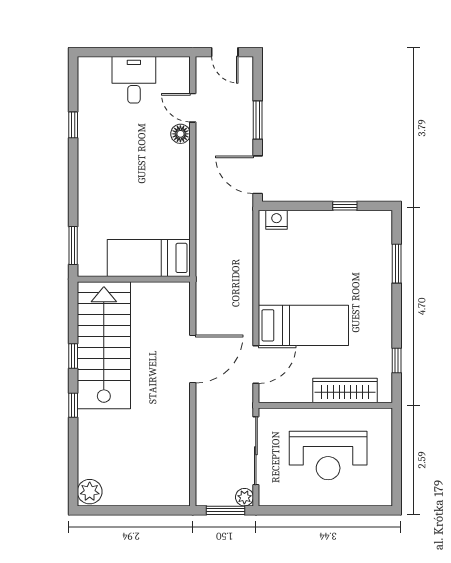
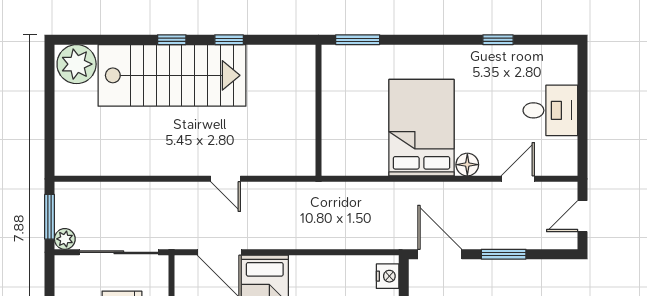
floor lamp: (180, 134) -> (467, 165), moved
door: (258, 175) -> (440, 254), hinge flipped
bed: (149, 258) -> (421, 128), moved, width x1.50
stairs: (104, 345) -> (172, 75), moved
door: (193, 359) -> (226, 179), width x0.53
plant: (90, 492) -> (77, 64), width x1.36, depth x1.36

